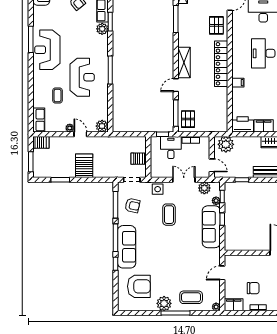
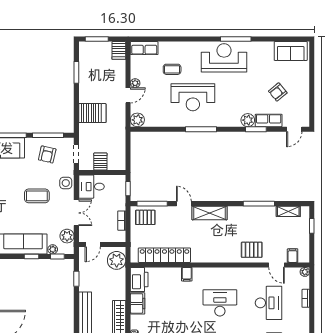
locker: (221, 64) -> (164, 255), moved
desk: (171, 148) -> (91, 187), moved, turned 180
server rack: (84, 166) -> (92, 113), moved

